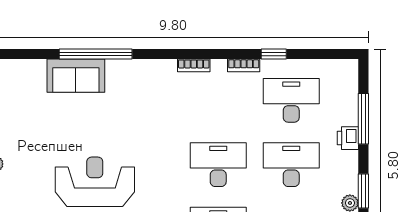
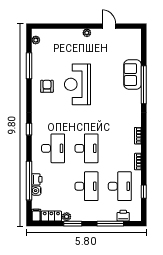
window: (274, 54) -> (144, 192), moved
printer: (348, 138) -> (123, 216), moved
reception desk: (95, 182) -> (77, 84), turned 180

